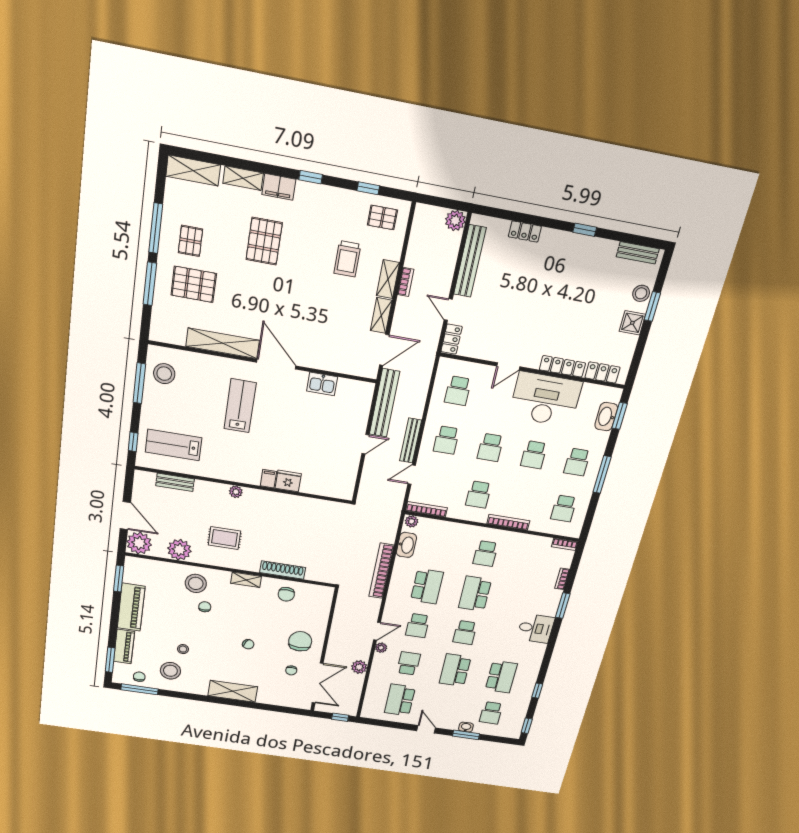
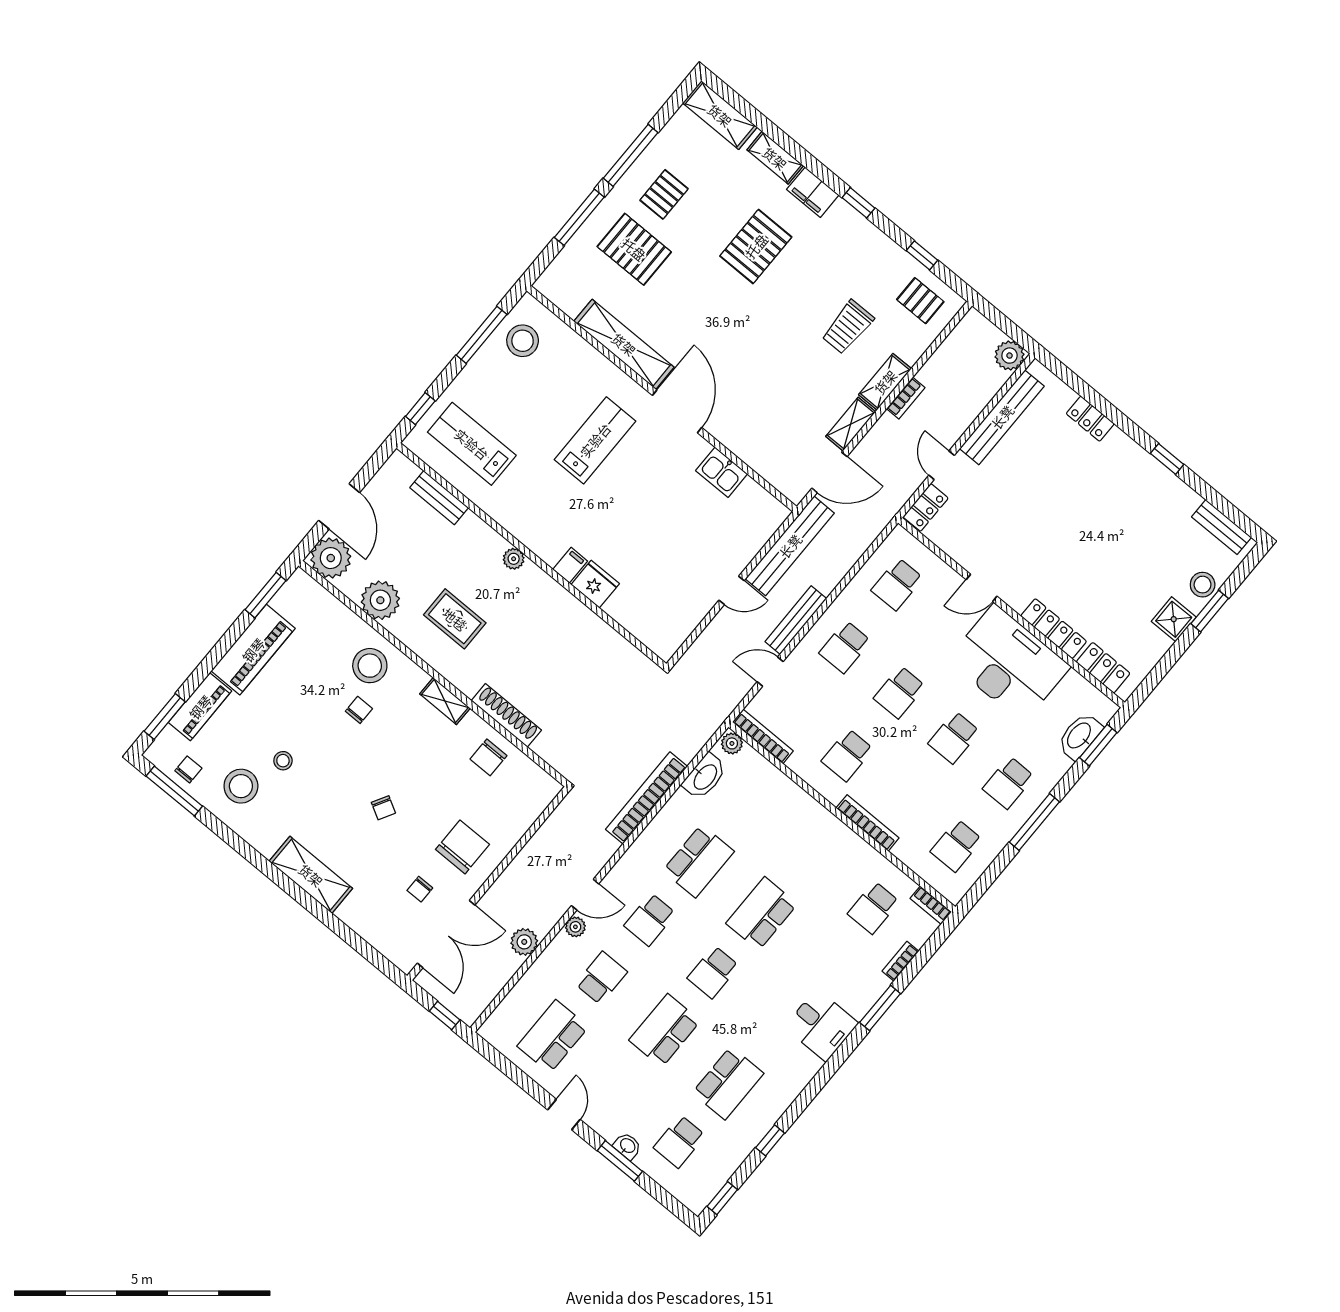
school desk: (485, 554) -> (873, 908), moved

